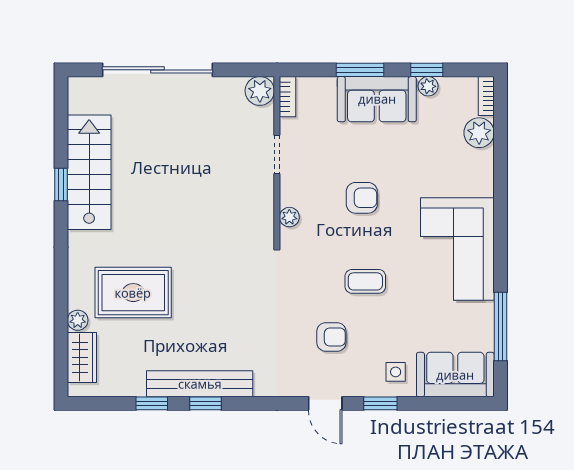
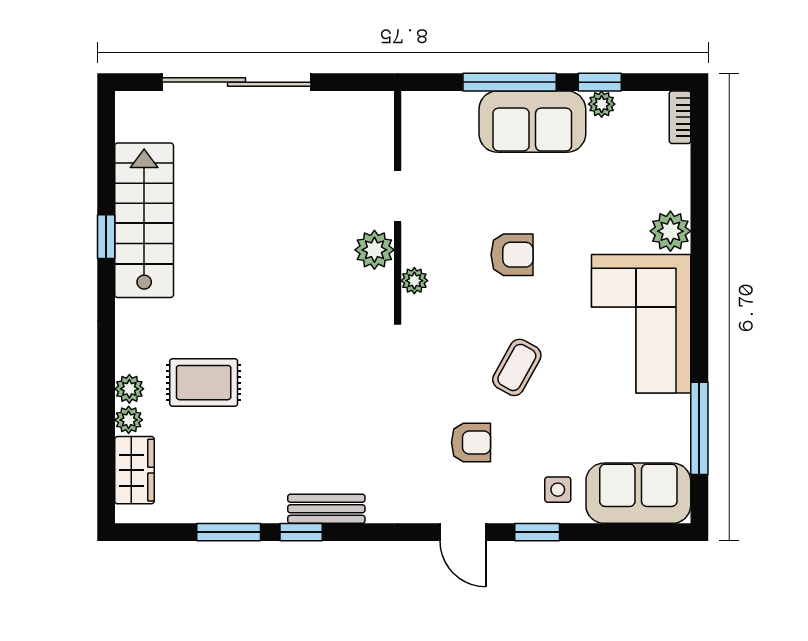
window: (360, 70) -> (510, 82), width x1.44
plant: (260, 91) -> (374, 250), moved
bookcase: (288, 97) -> (412, 118), removed
plant: (479, 133) -> (670, 231), moved
coffee table: (365, 281) -> (517, 367), turned -61
rug: (133, 293) -> (204, 383), width x0.73, depth x0.70
plant: (78, 297) -> (129, 389), added
bench: (200, 384) -> (326, 509), width x0.54, depth x0.82
window: (152, 403) -> (229, 532), width x1.50

